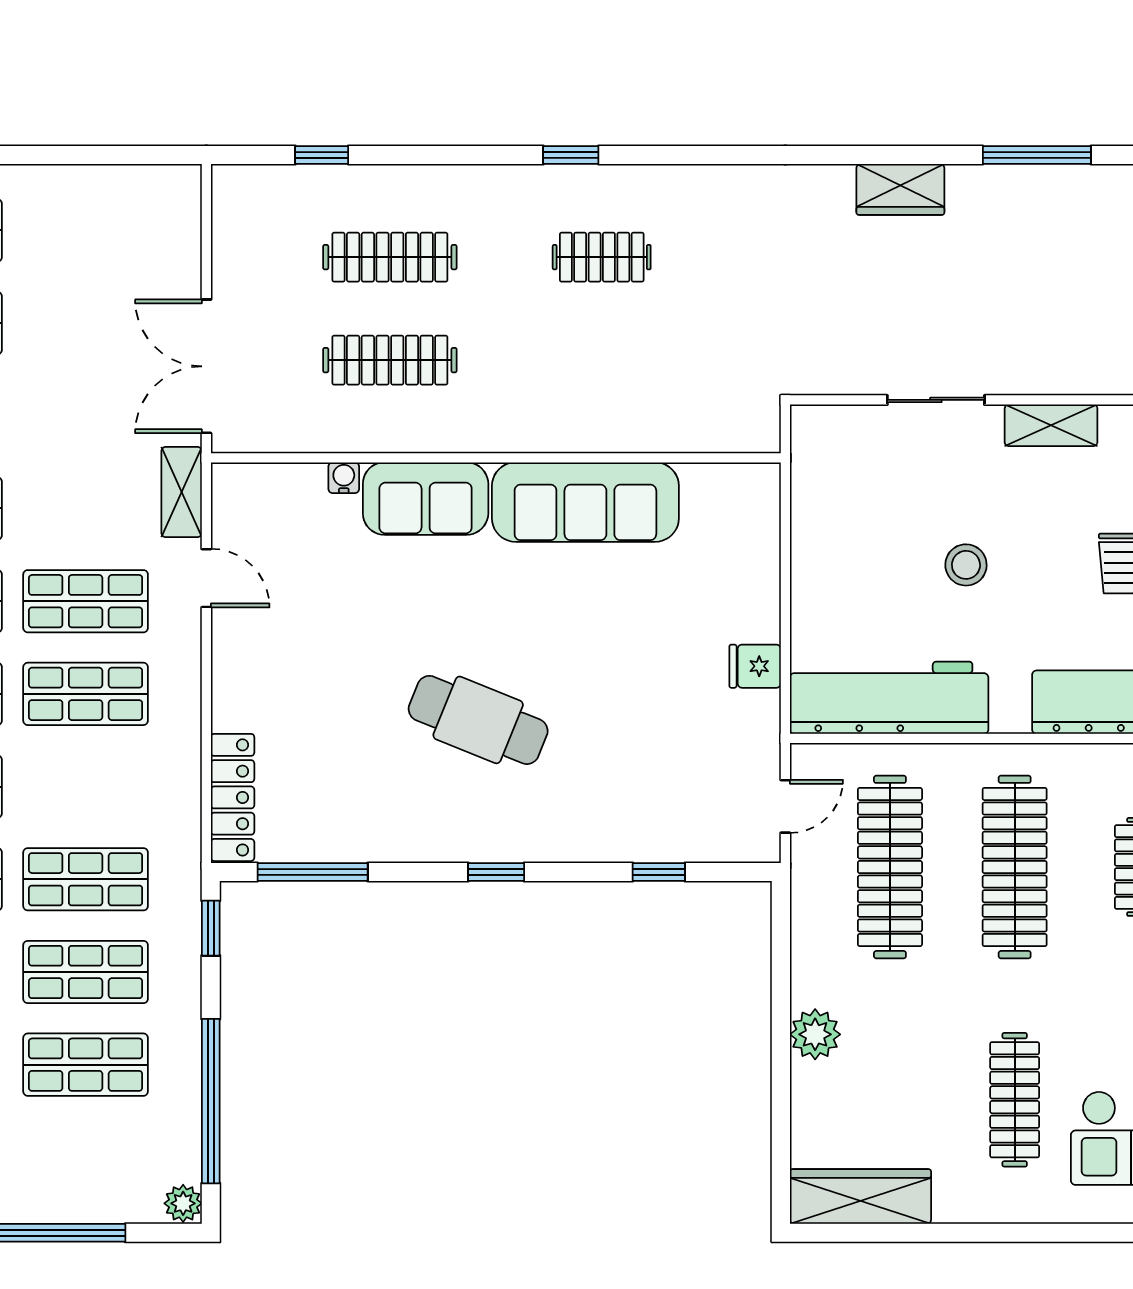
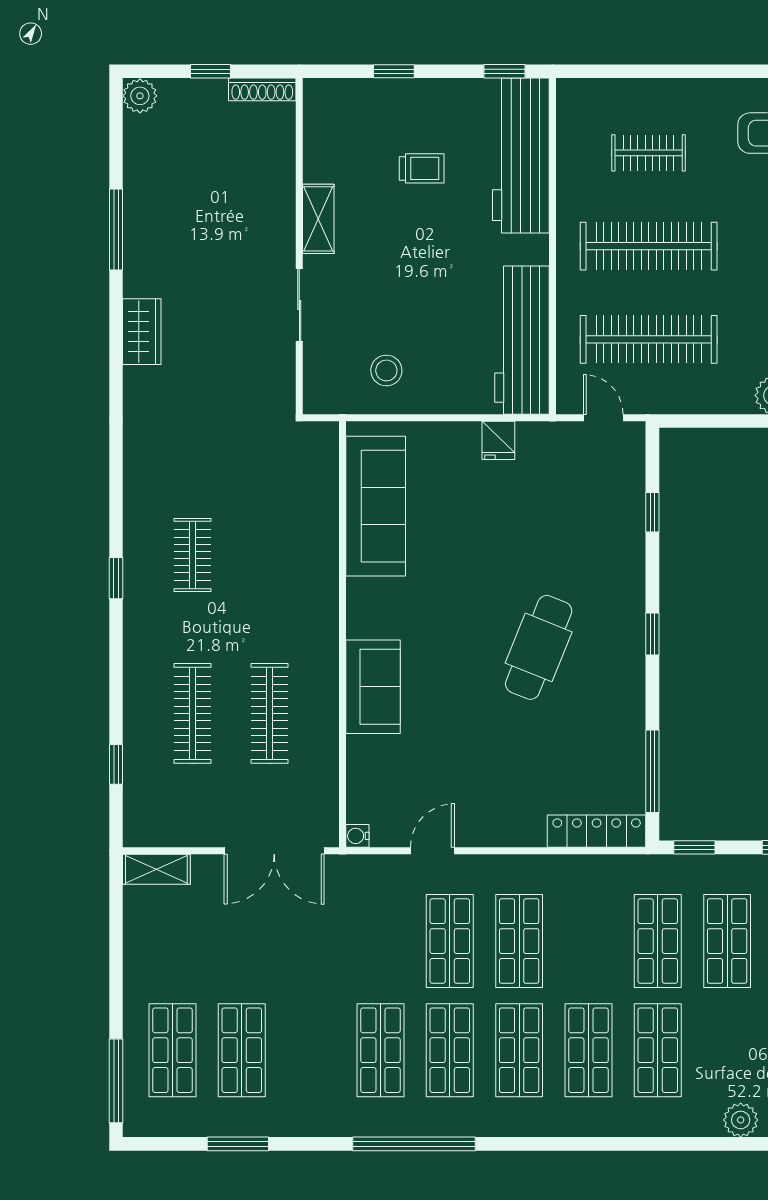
water cooler: (344, 478) -> (357, 836), moved
shelving: (182, 492) -> (156, 869), moved
sofa: (585, 502) -> (376, 506), moved
stool: (966, 565) -> (386, 370), moved

